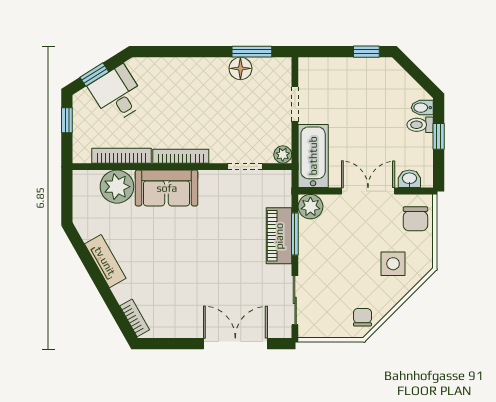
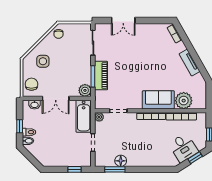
window: (366, 52) -> (75, 169), moved
double door: (235, 344) -> (123, 21), width x0.73

